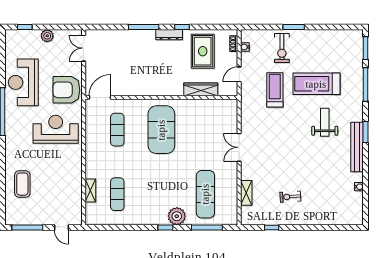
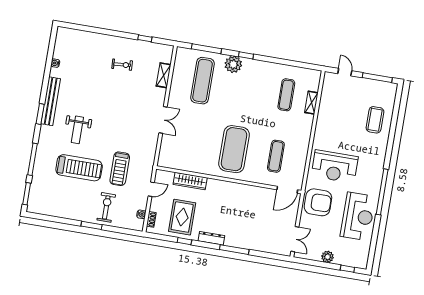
window: (182, 27) -> (184, 241), moved

